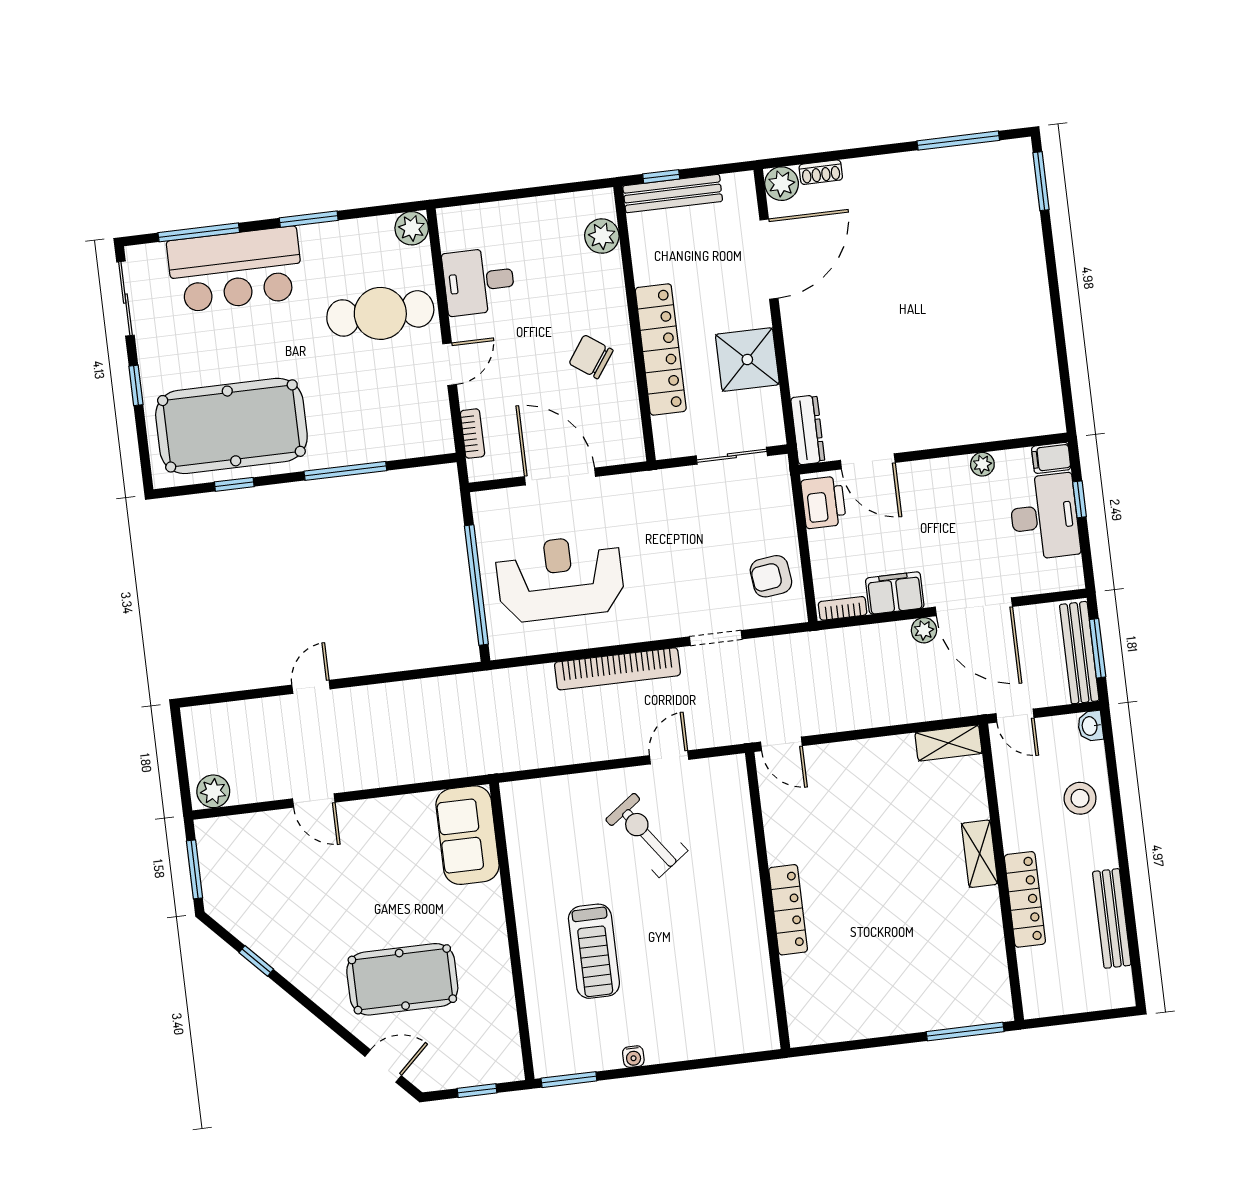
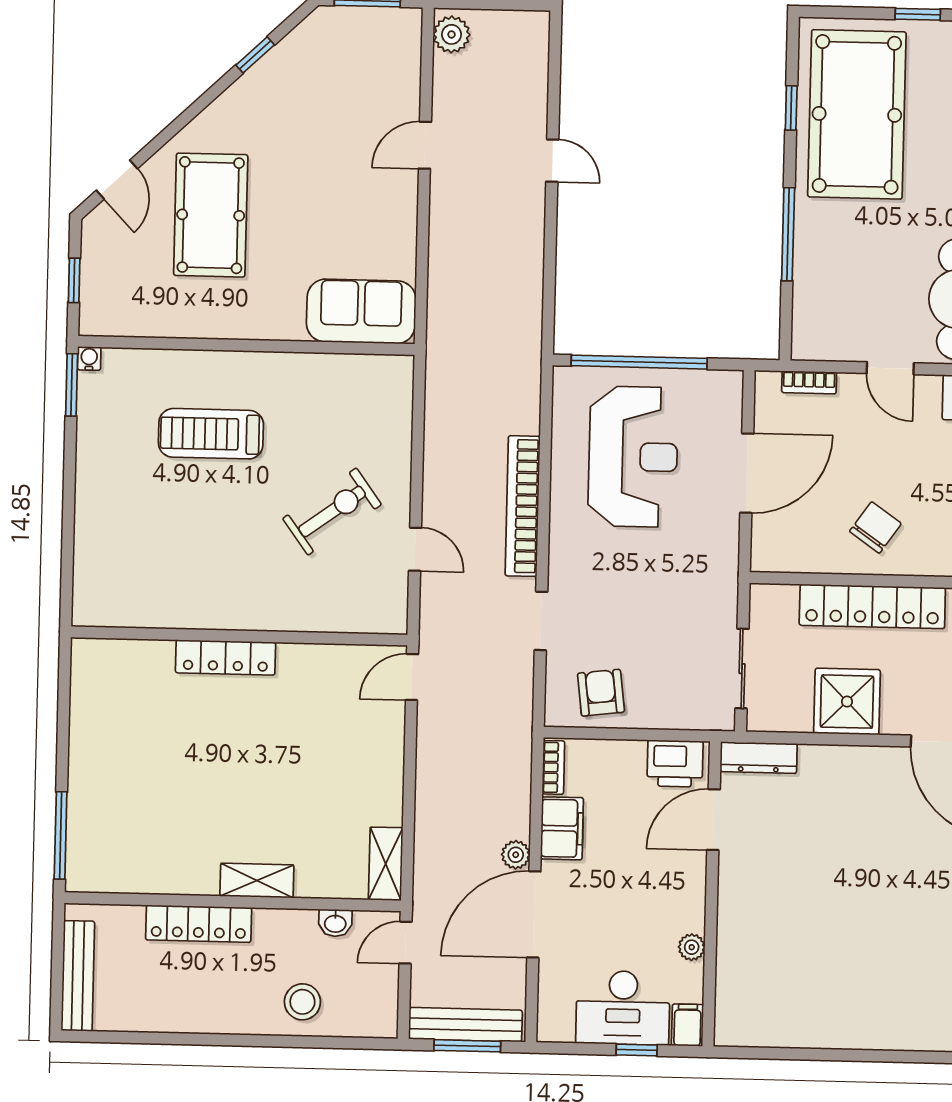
washbasin: (1090, 726) -> (335, 923), moved, turned 180
bench: (1112, 918) -> (78, 976), moved, turned 90
water cooler: (633, 1057) -> (89, 358), moved, turned 90

